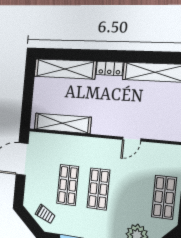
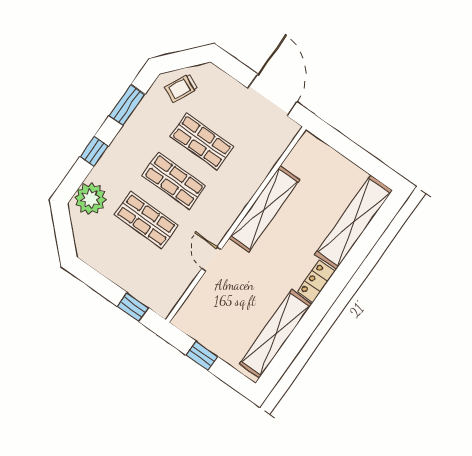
shelving: (62, 123) -> (264, 209), moved
shop shelf: (164, 197) -> (146, 220), moved

